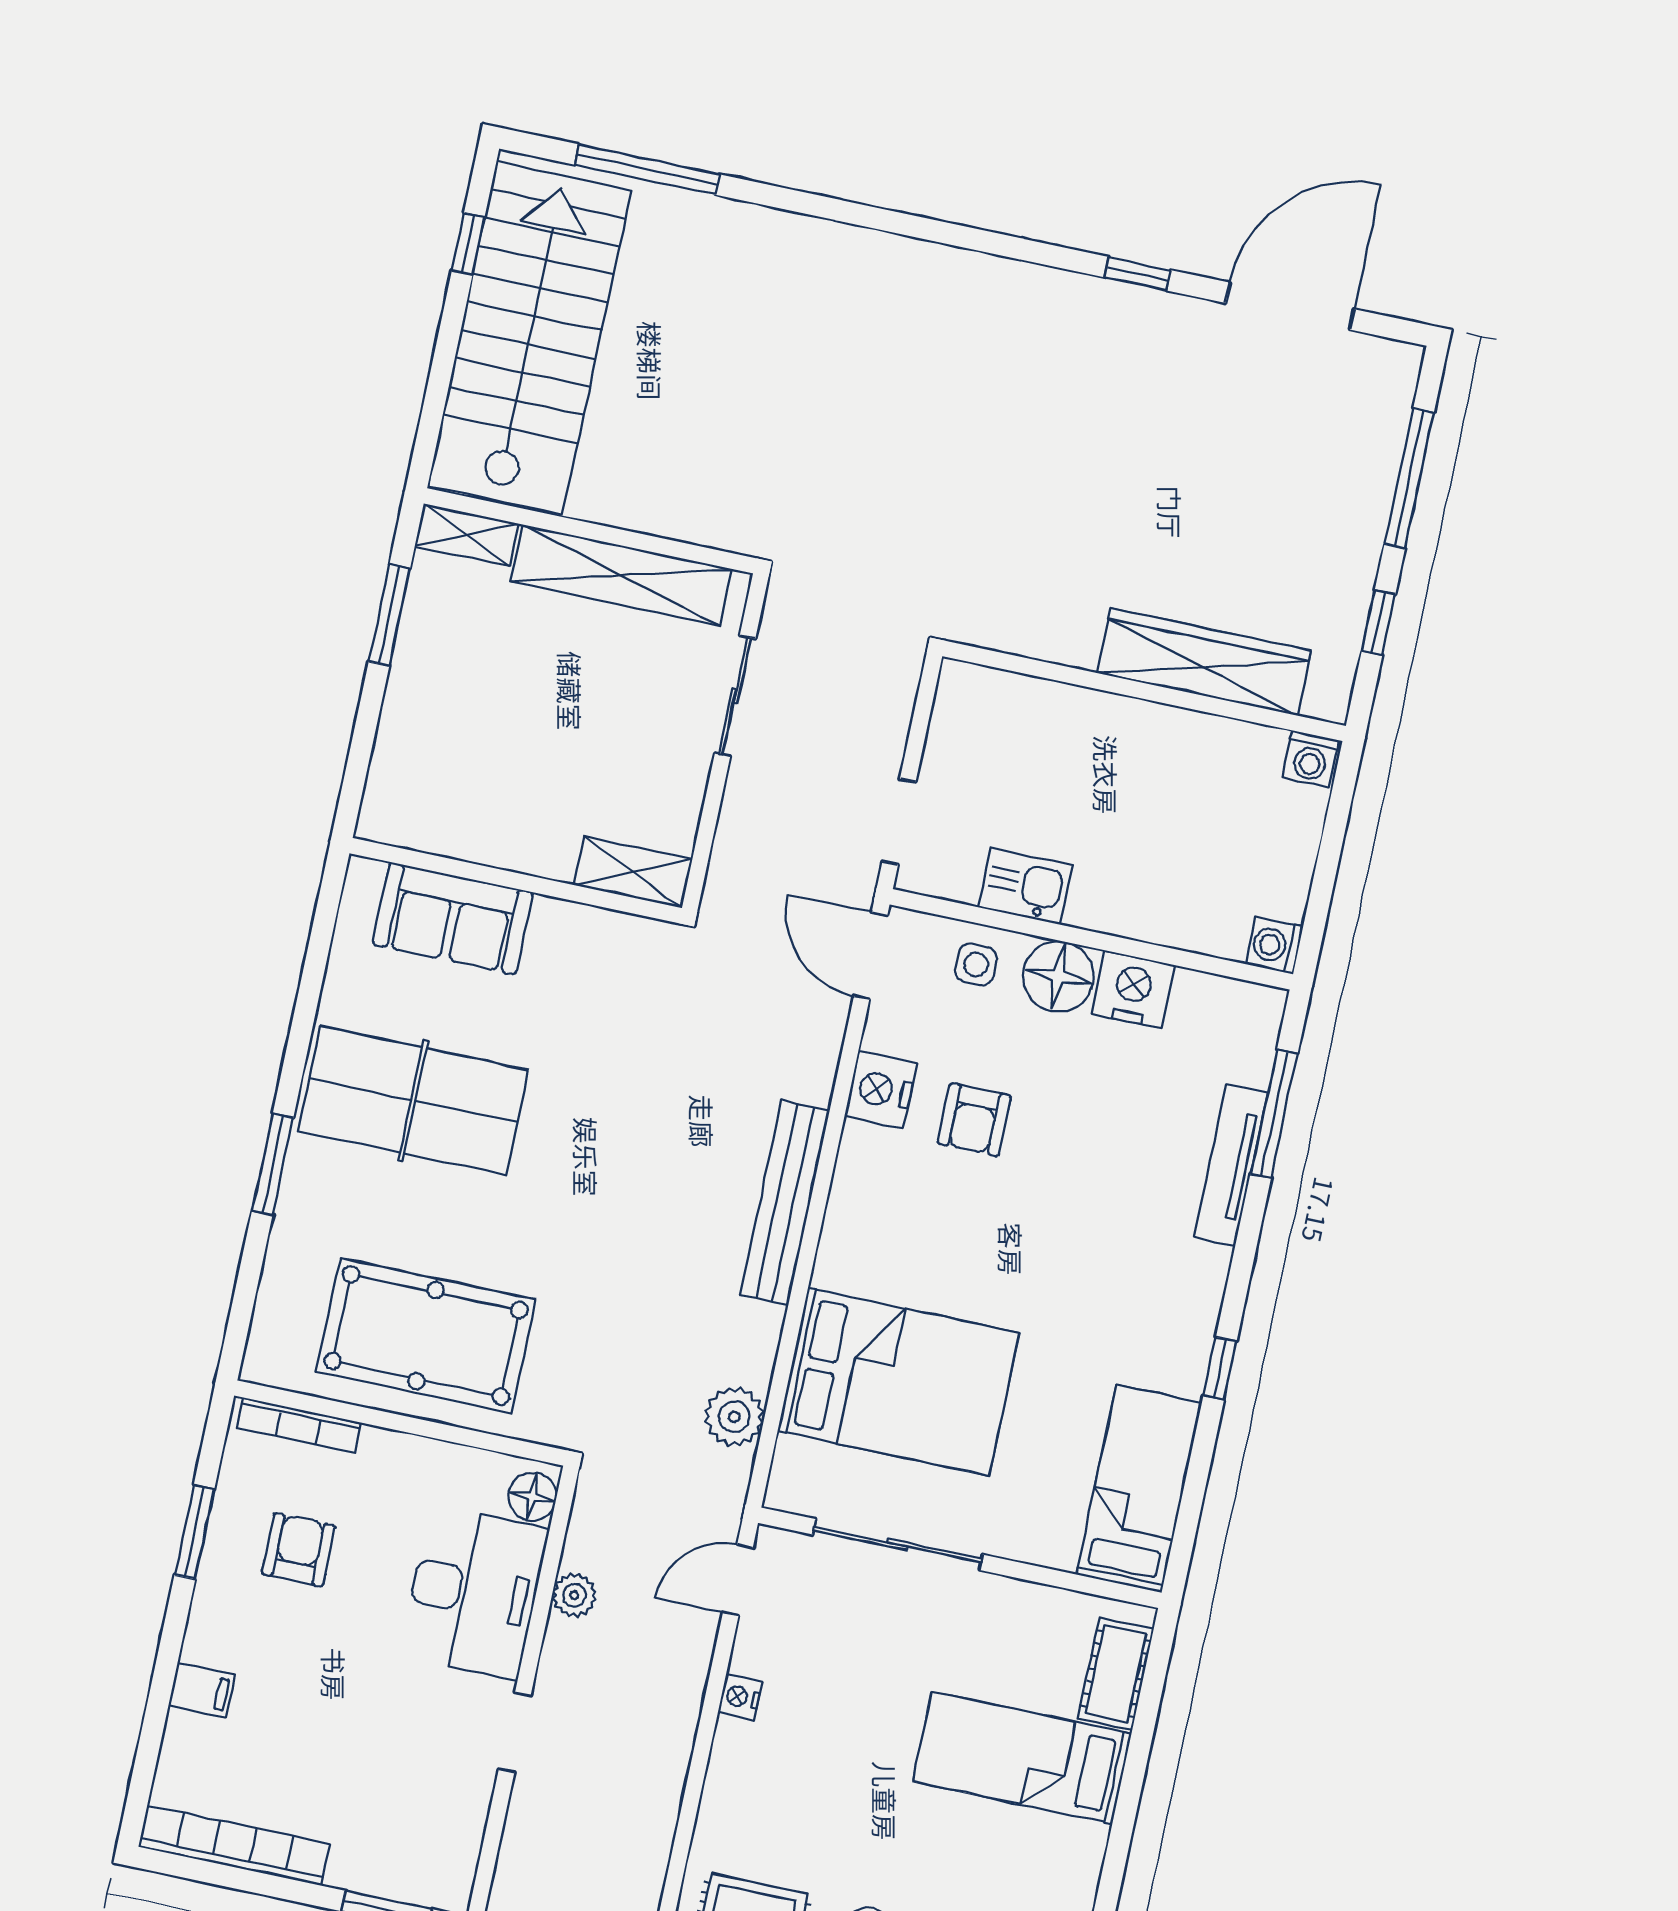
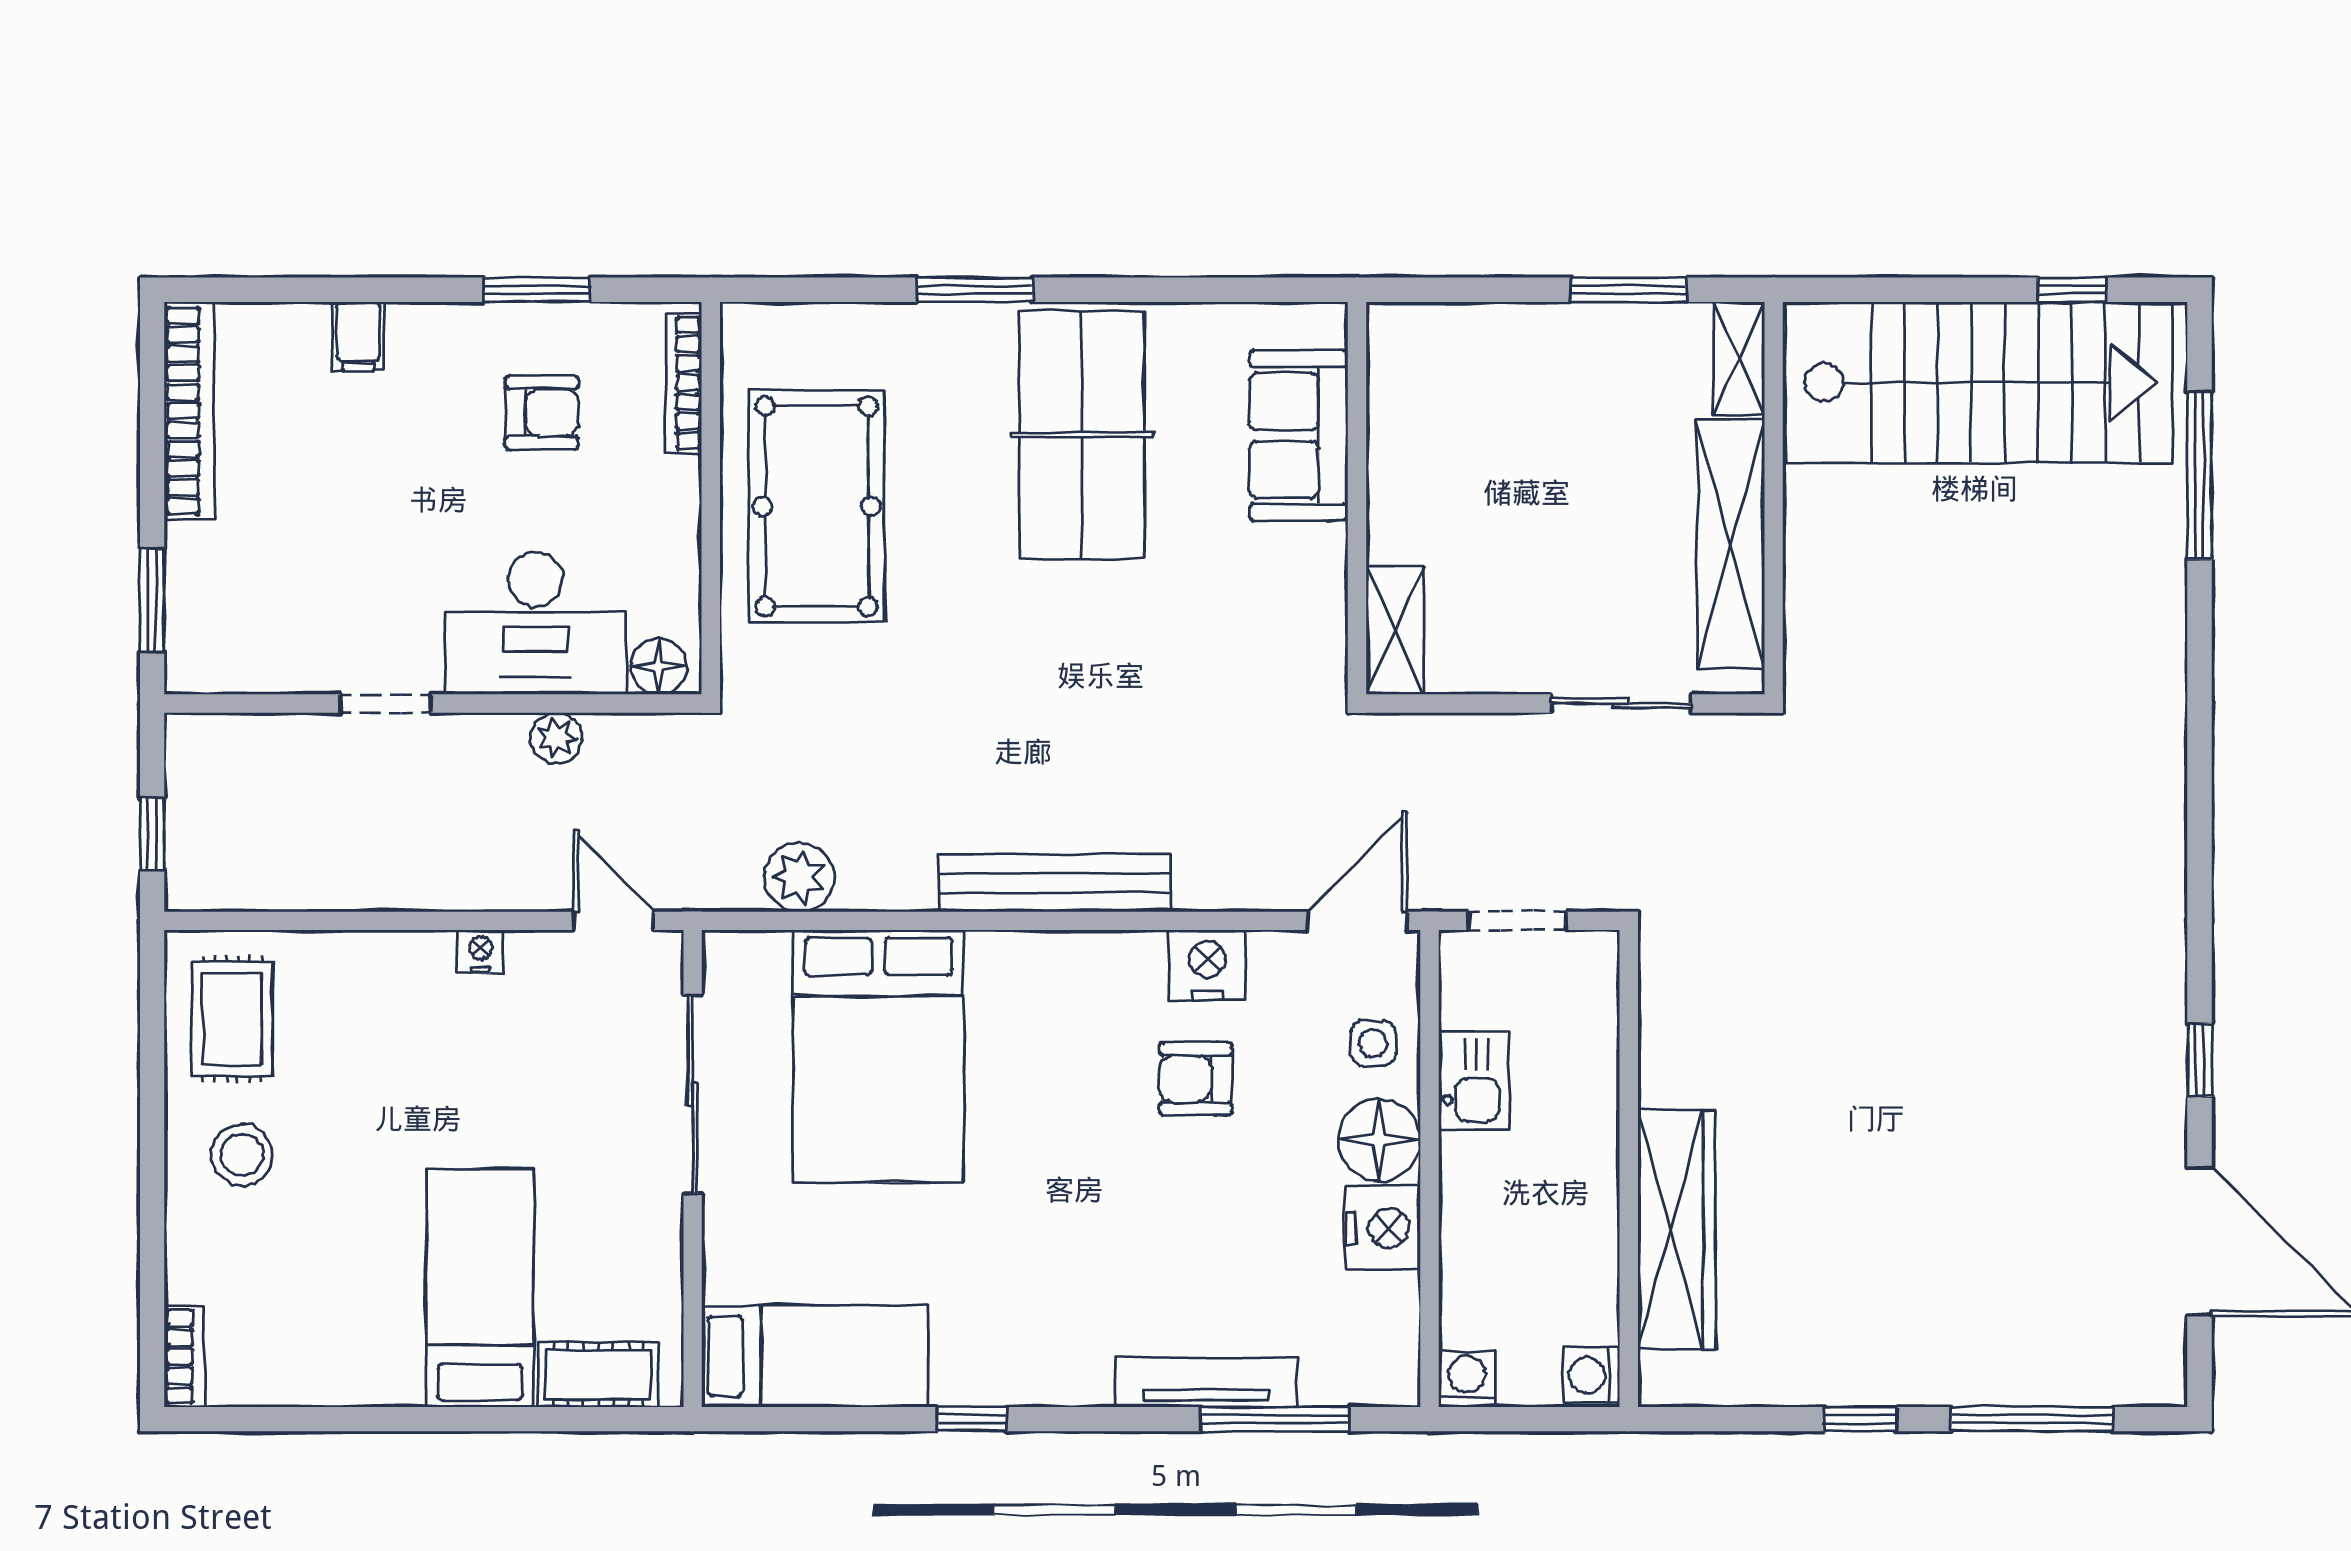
wardrobe: (1204, 662) -> (1677, 1230), moved
wall: (1144, 691) -> (1629, 1169), moved
washing machine: (1311, 759) -> (1592, 1375), moved

